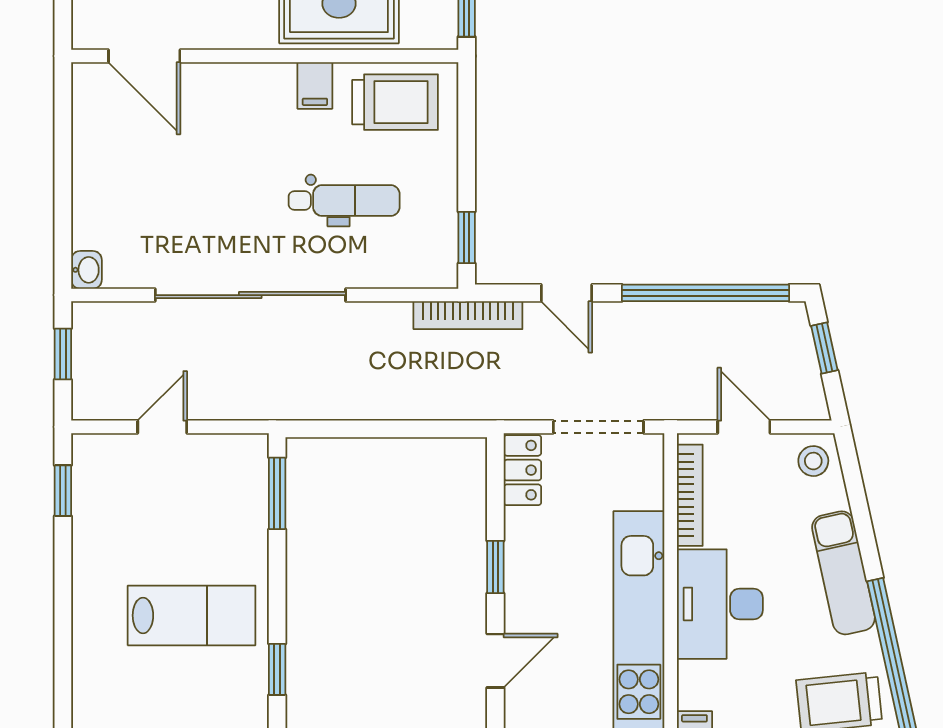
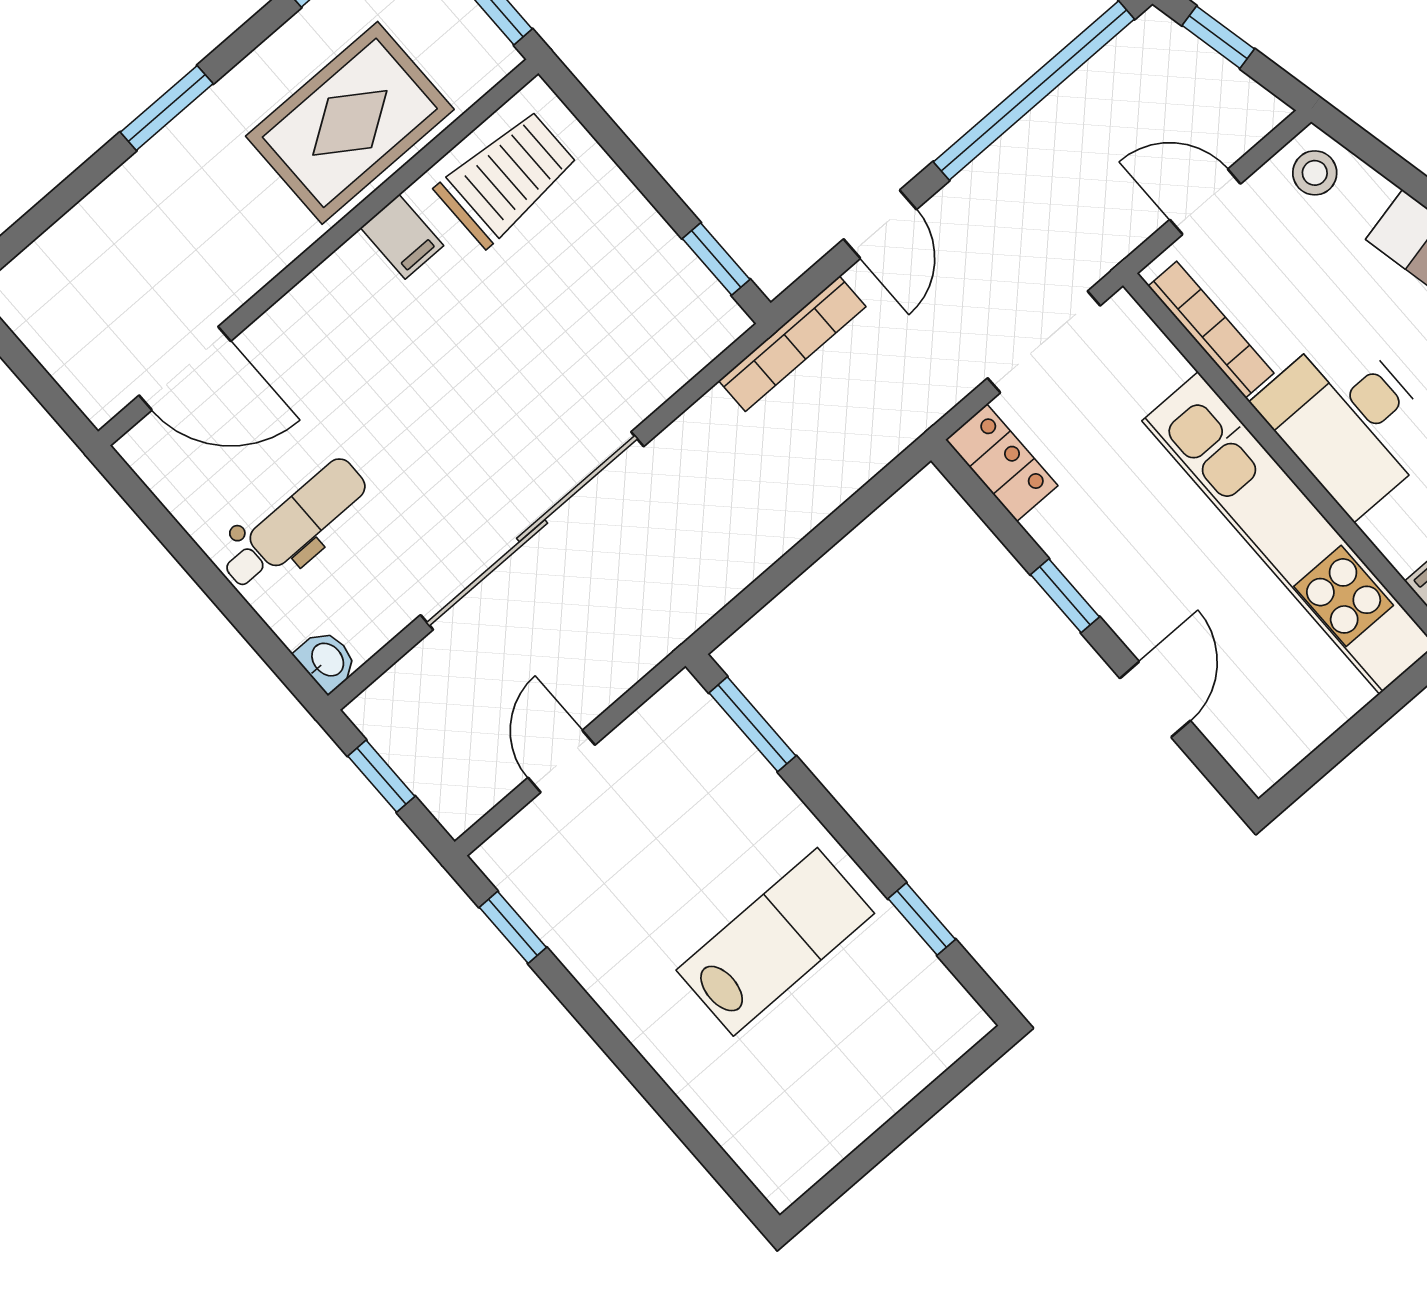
dental chair: (344, 200) -> (294, 524), moved
door: (567, 293) -> (880, 224), hinge flipped

